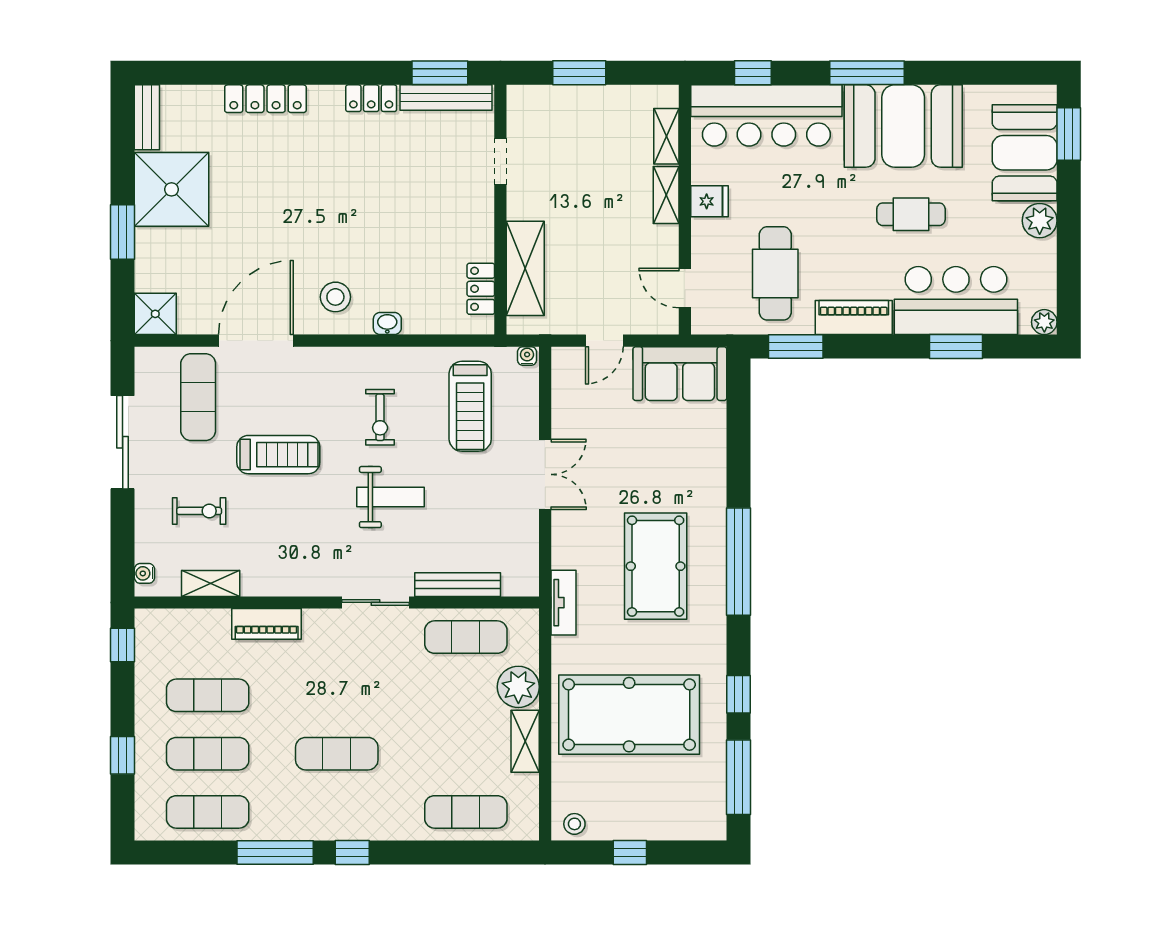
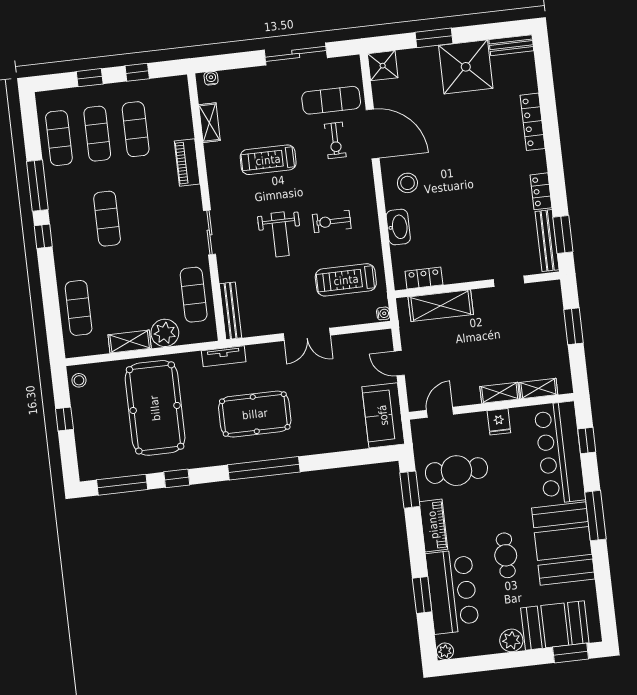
washbasin: (387, 323) -> (398, 227), width x1.91, depth x1.45
treadmill: (278, 455) -> (268, 160), moved, turned 90
exercise bike: (199, 511) -> (335, 140), moved
bench: (458, 585) -> (230, 311), moved
window: (123, 645) -> (137, 72), moved

